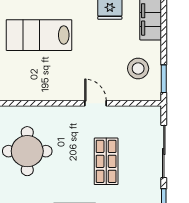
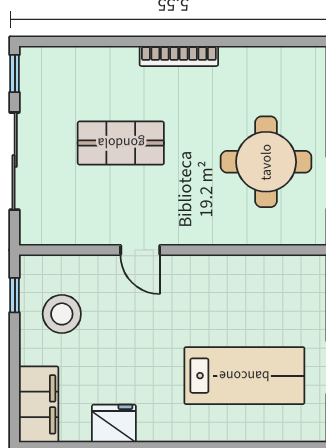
window: (164, 79) -> (15, 295), width x0.67
shop shelf: (106, 161) -> (121, 143), turned 90

